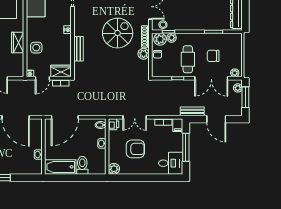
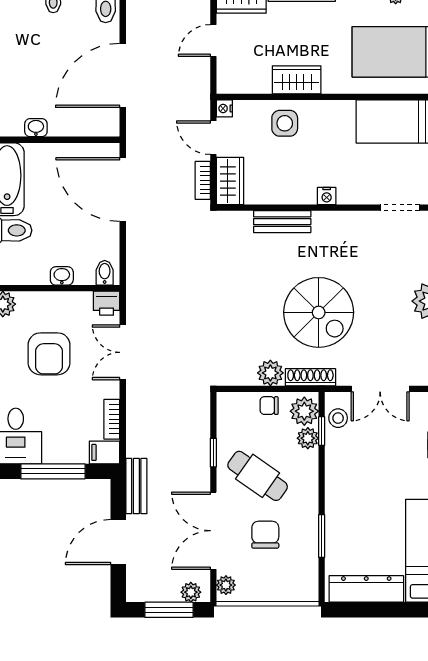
cafe table: (188, 59) -> (258, 476), turned 35

